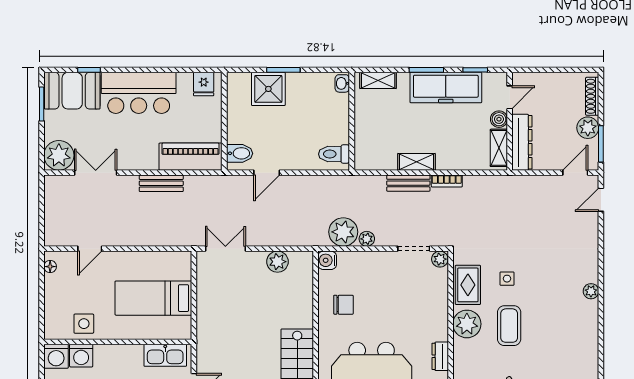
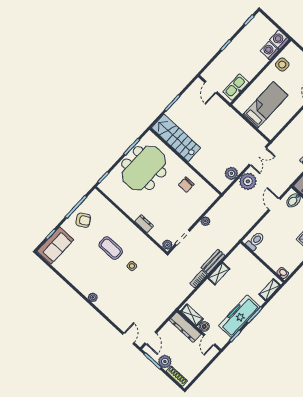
plant: (343, 232) -> (248, 181), moved
water cooler: (327, 260) -> (212, 195), removed
rug: (468, 285) -> (145, 247), removed
plant: (467, 324) -> (128, 230), removed
dresser: (440, 356) -> (144, 224), moved

